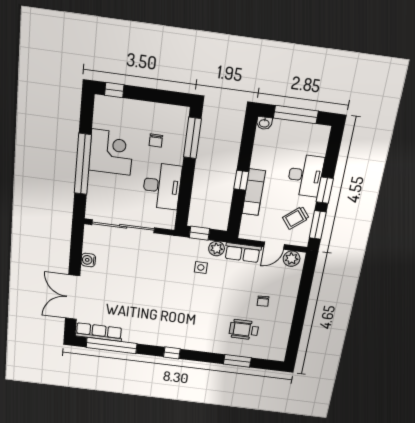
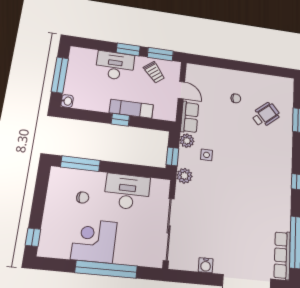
plant: (292, 259) -> (184, 176), moved
wheelchair: (244, 330) -> (266, 115), turned -130

